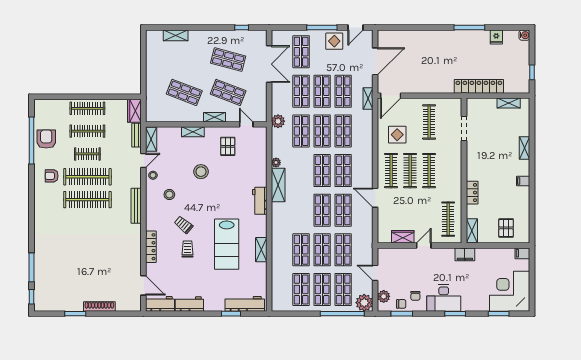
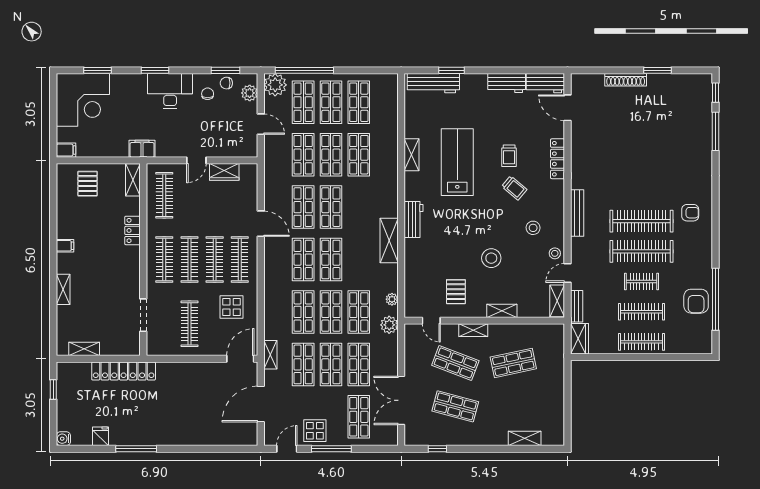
shop shelf: (184, 92) -> (513, 363), turned -33
plant: (276, 163) -> (392, 299), moved
clothes rail: (448, 171) -> (164, 260), added
armchair: (52, 176) -> (690, 213), moved

